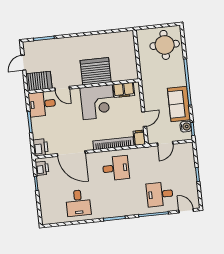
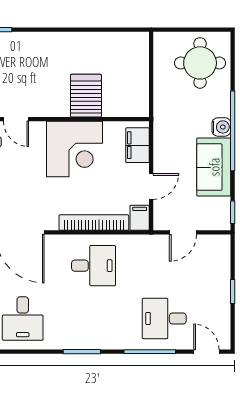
server rack: (96, 71) -> (86, 96), width x0.62
filing cabinet: (124, 90) -> (137, 145), moved, turned 90
water cooler: (186, 127) -> (221, 127), moved

